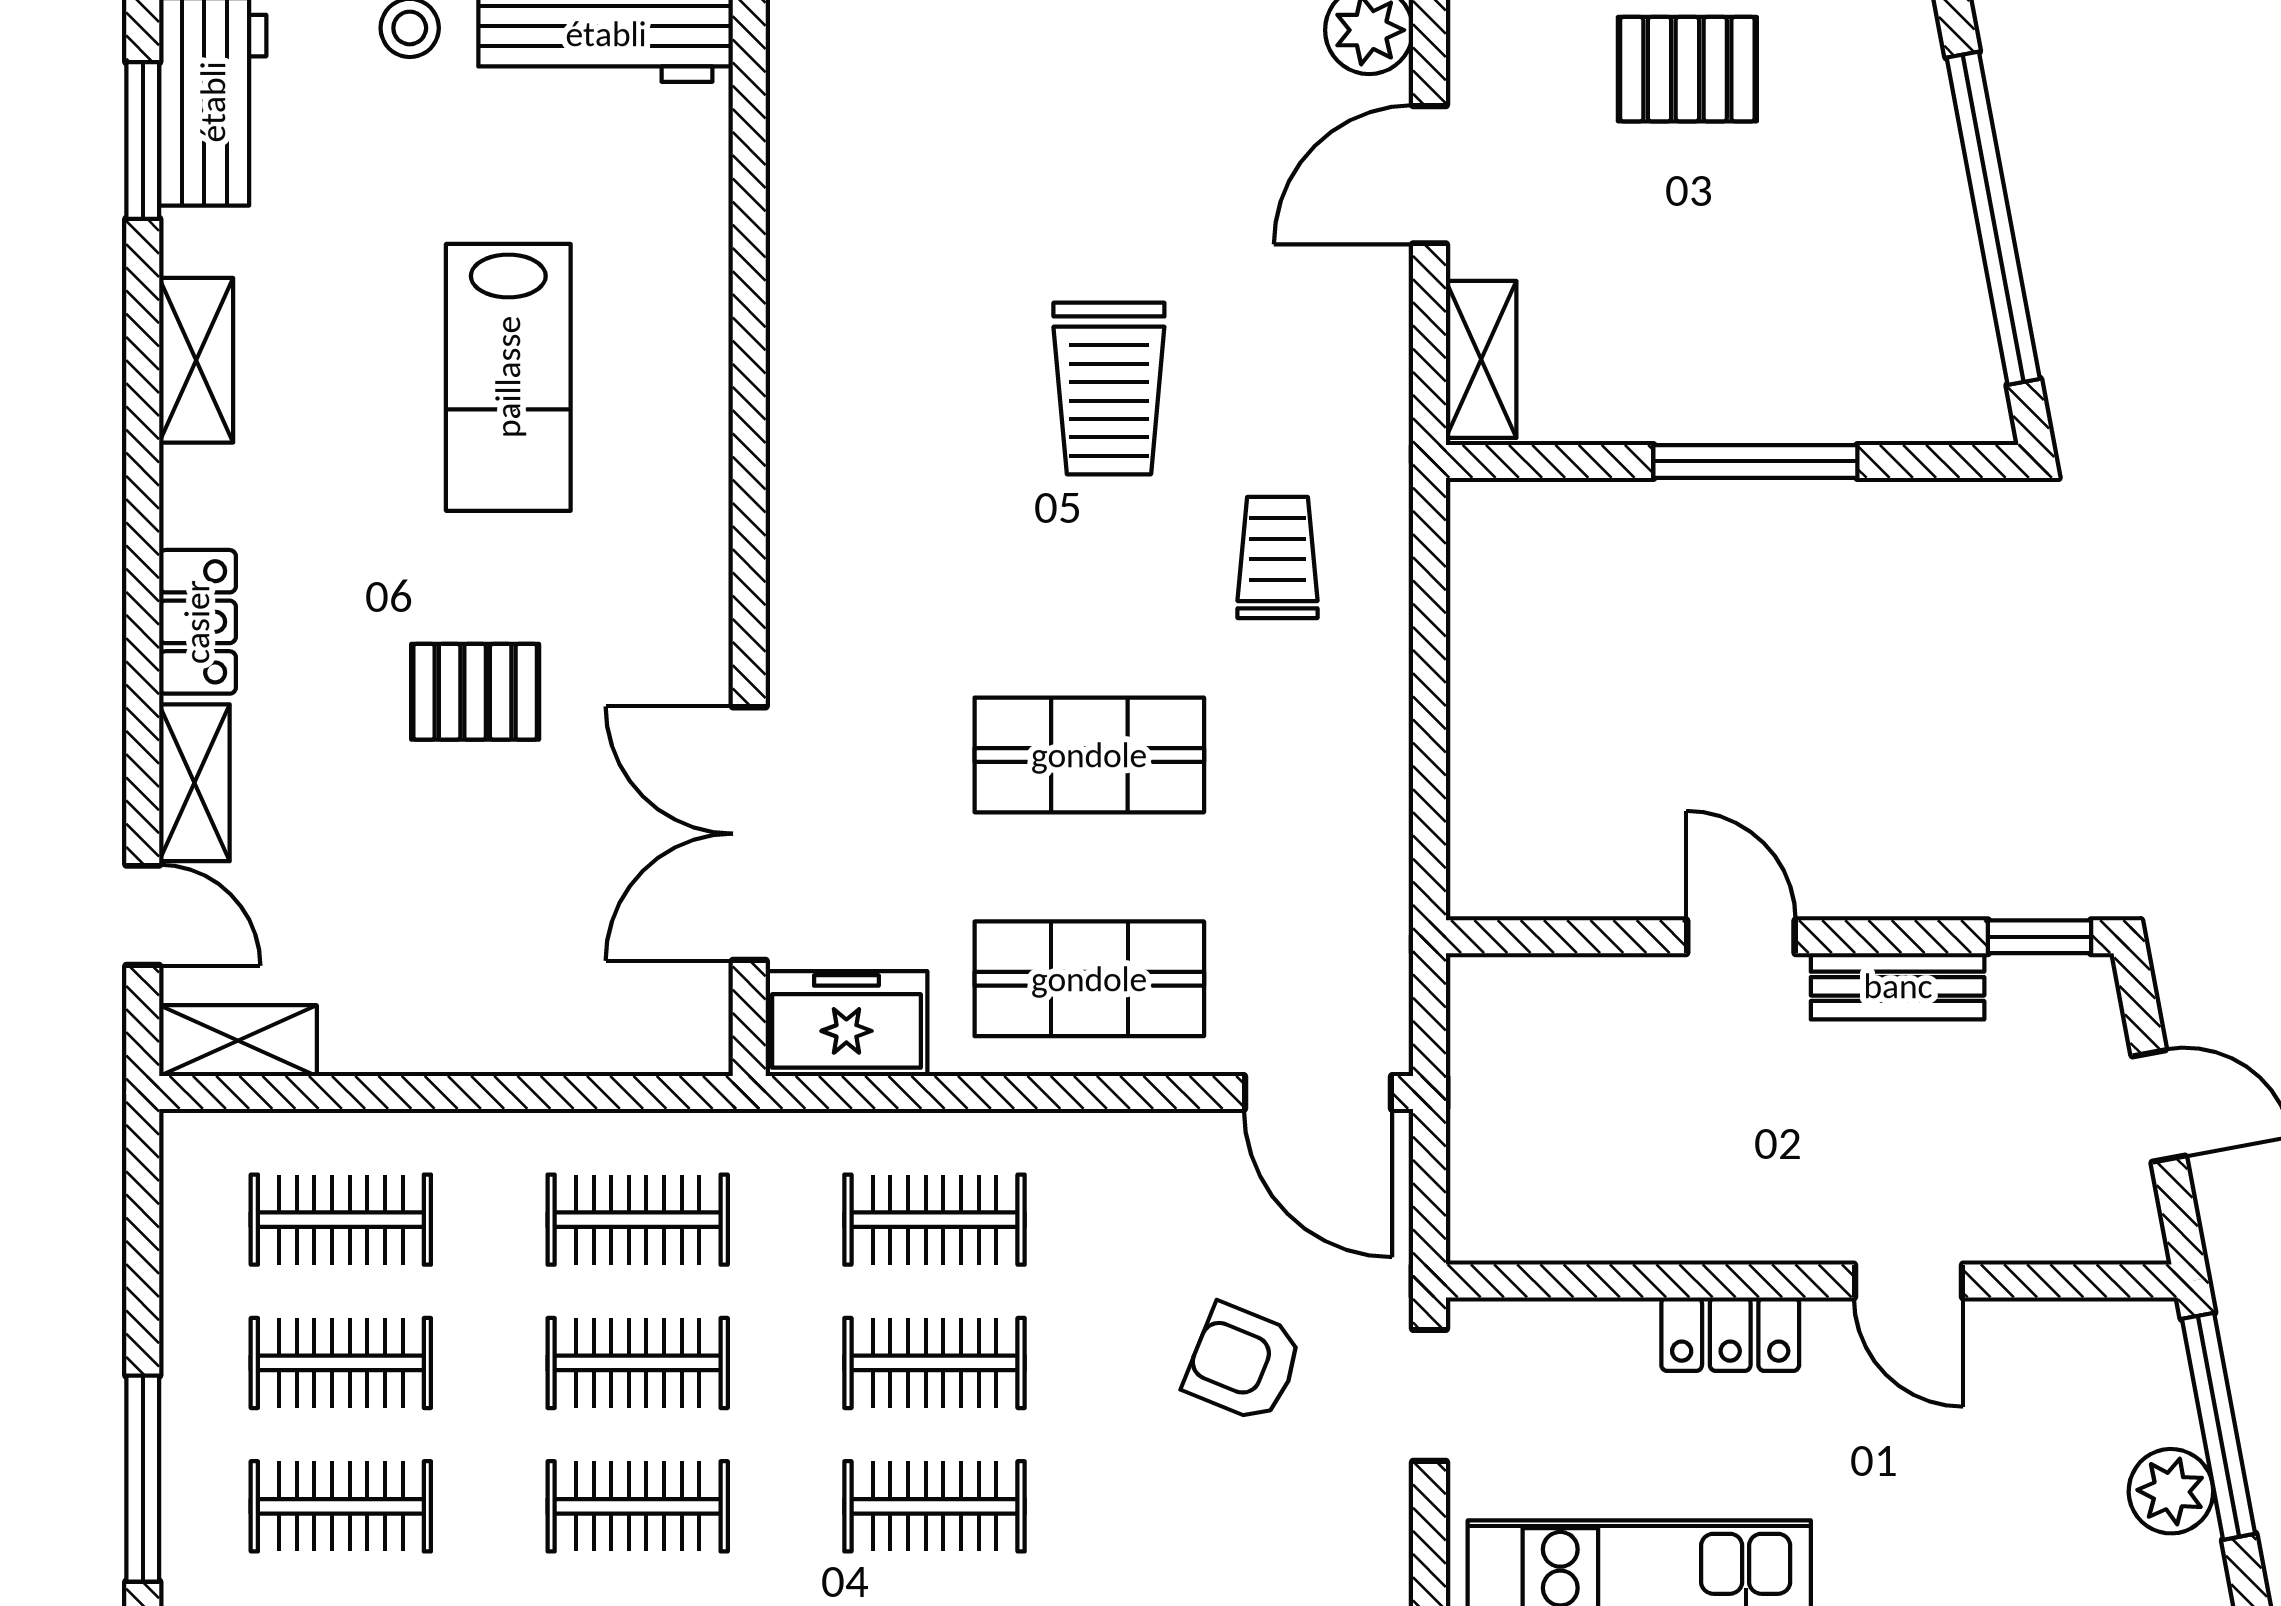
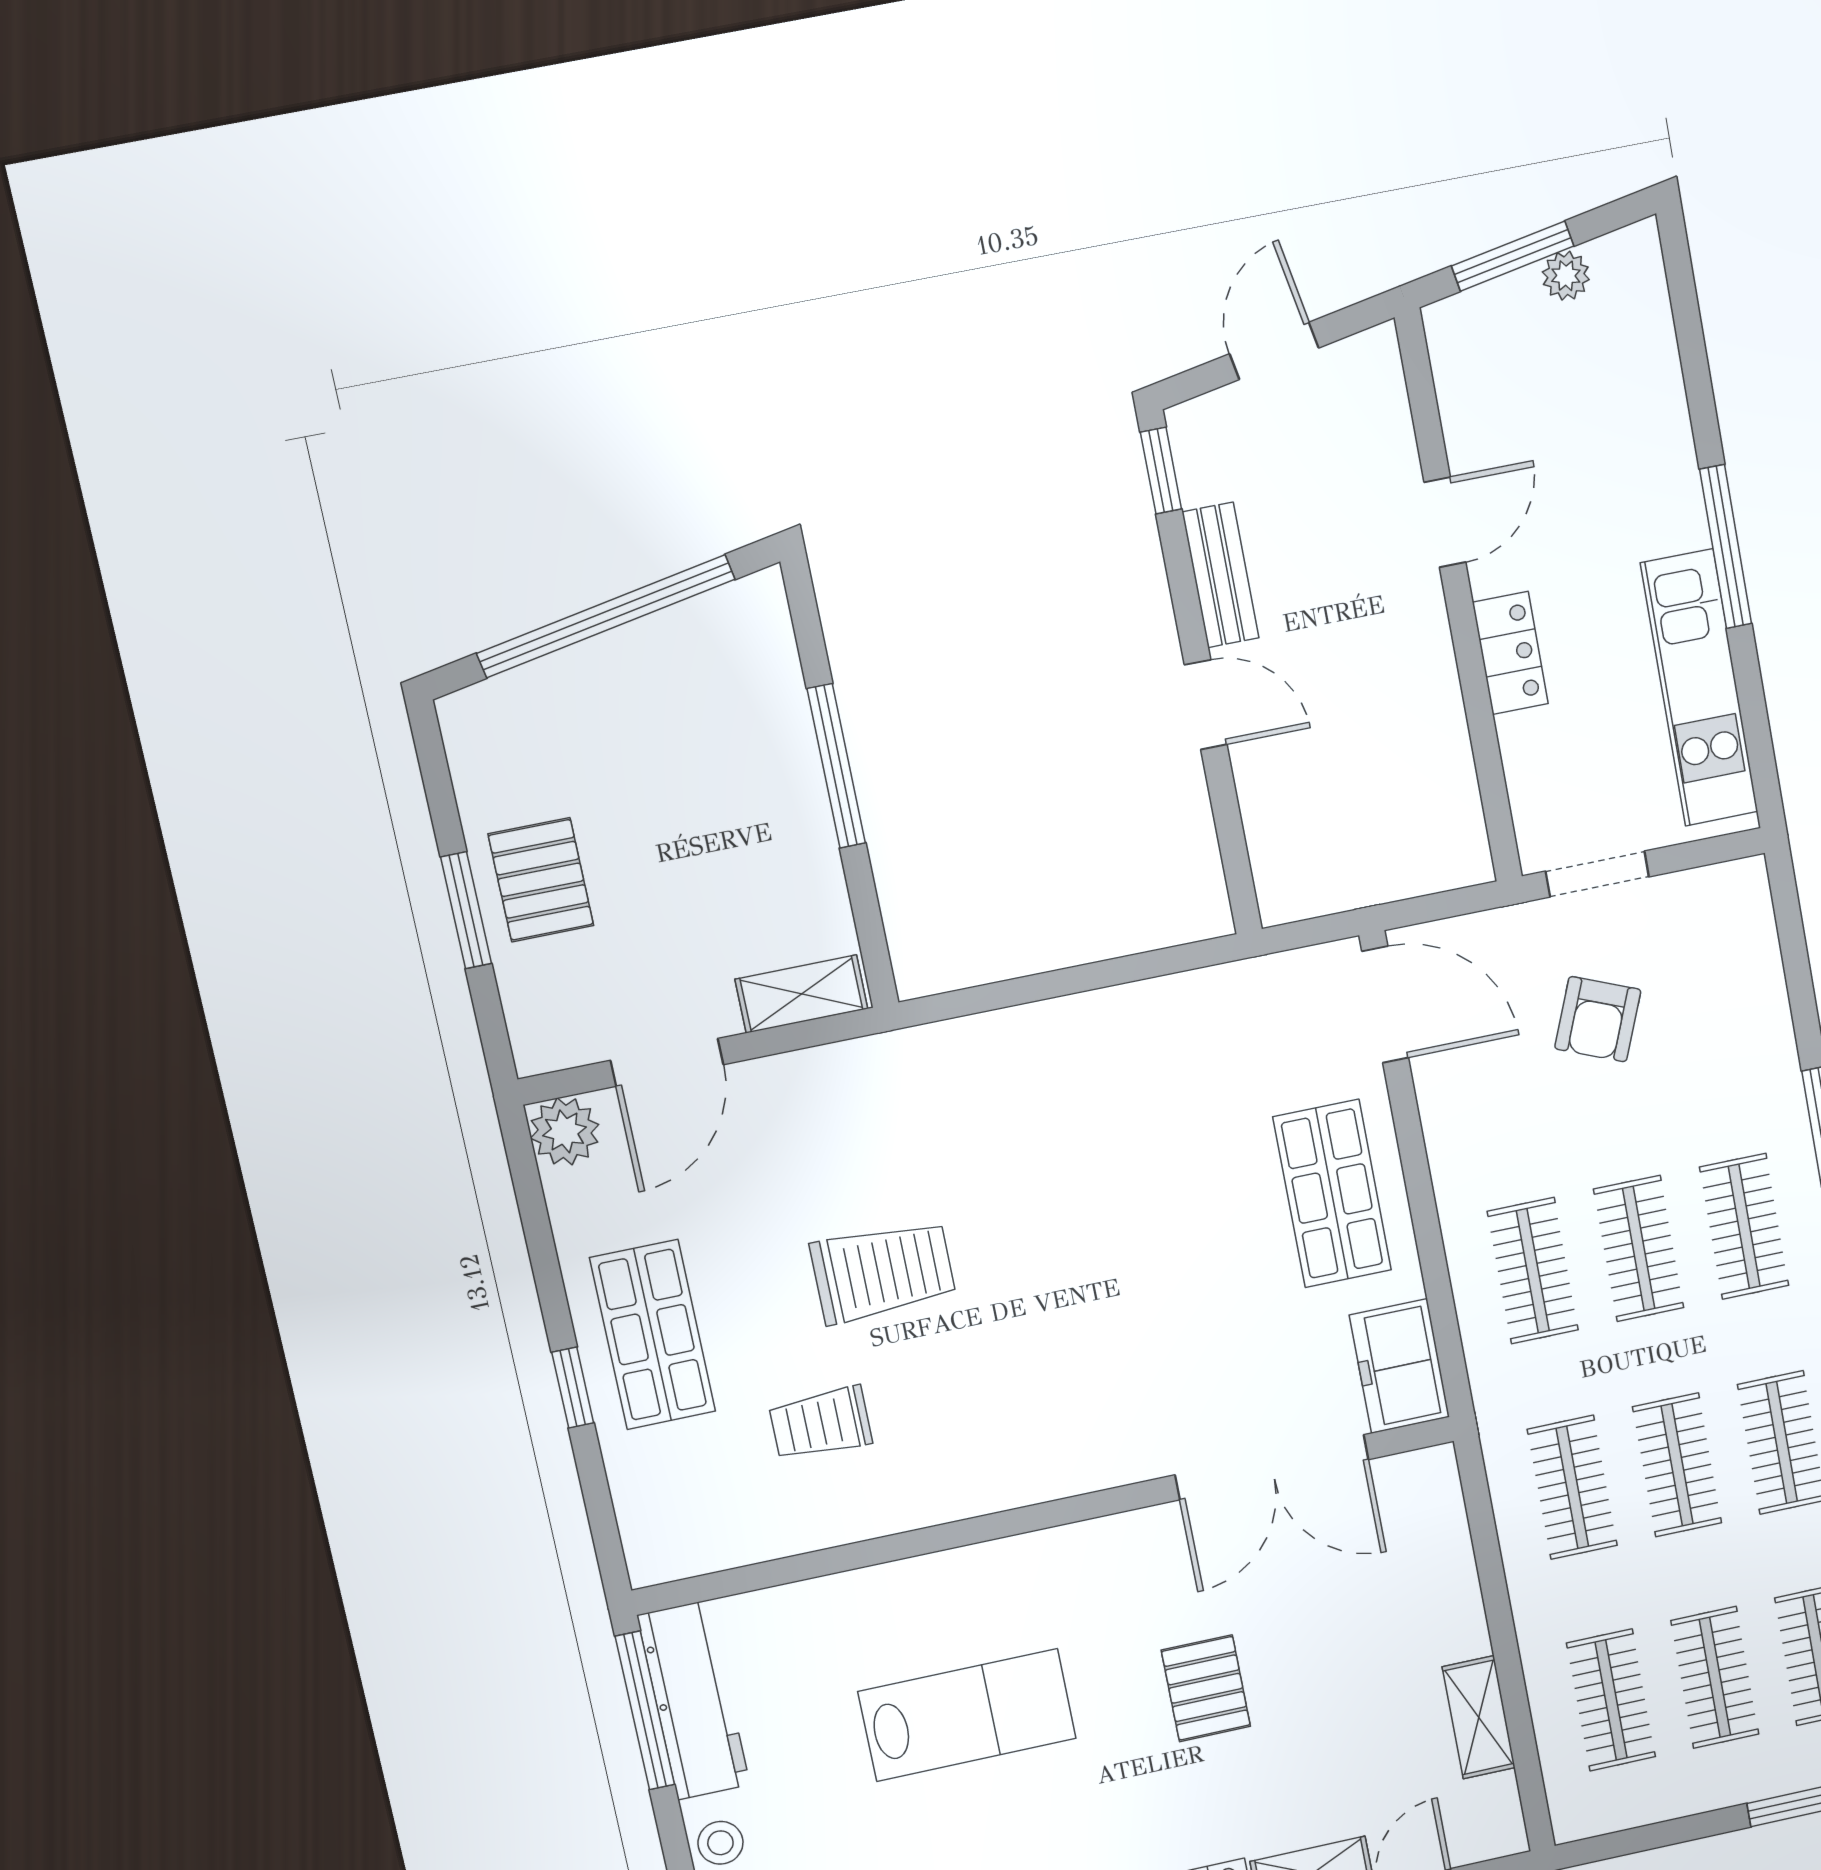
door: (1429, 175) -> (667, 1062), hinge flipped
trolley: (1278, 557) -> (821, 1423), moved
shop shelf: (1089, 755) -> (653, 1335), moved
door: (1741, 937) -> (1206, 705), swing flipped
shelving: (238, 1041) -> (1479, 1717), moved
door: (1318, 1093) -> (1385, 1005), hinge flipped
window: (2219, 1426) -> (1513, 256), width x0.69
plant: (2171, 1491) -> (1566, 276), width x0.73, depth x0.73

